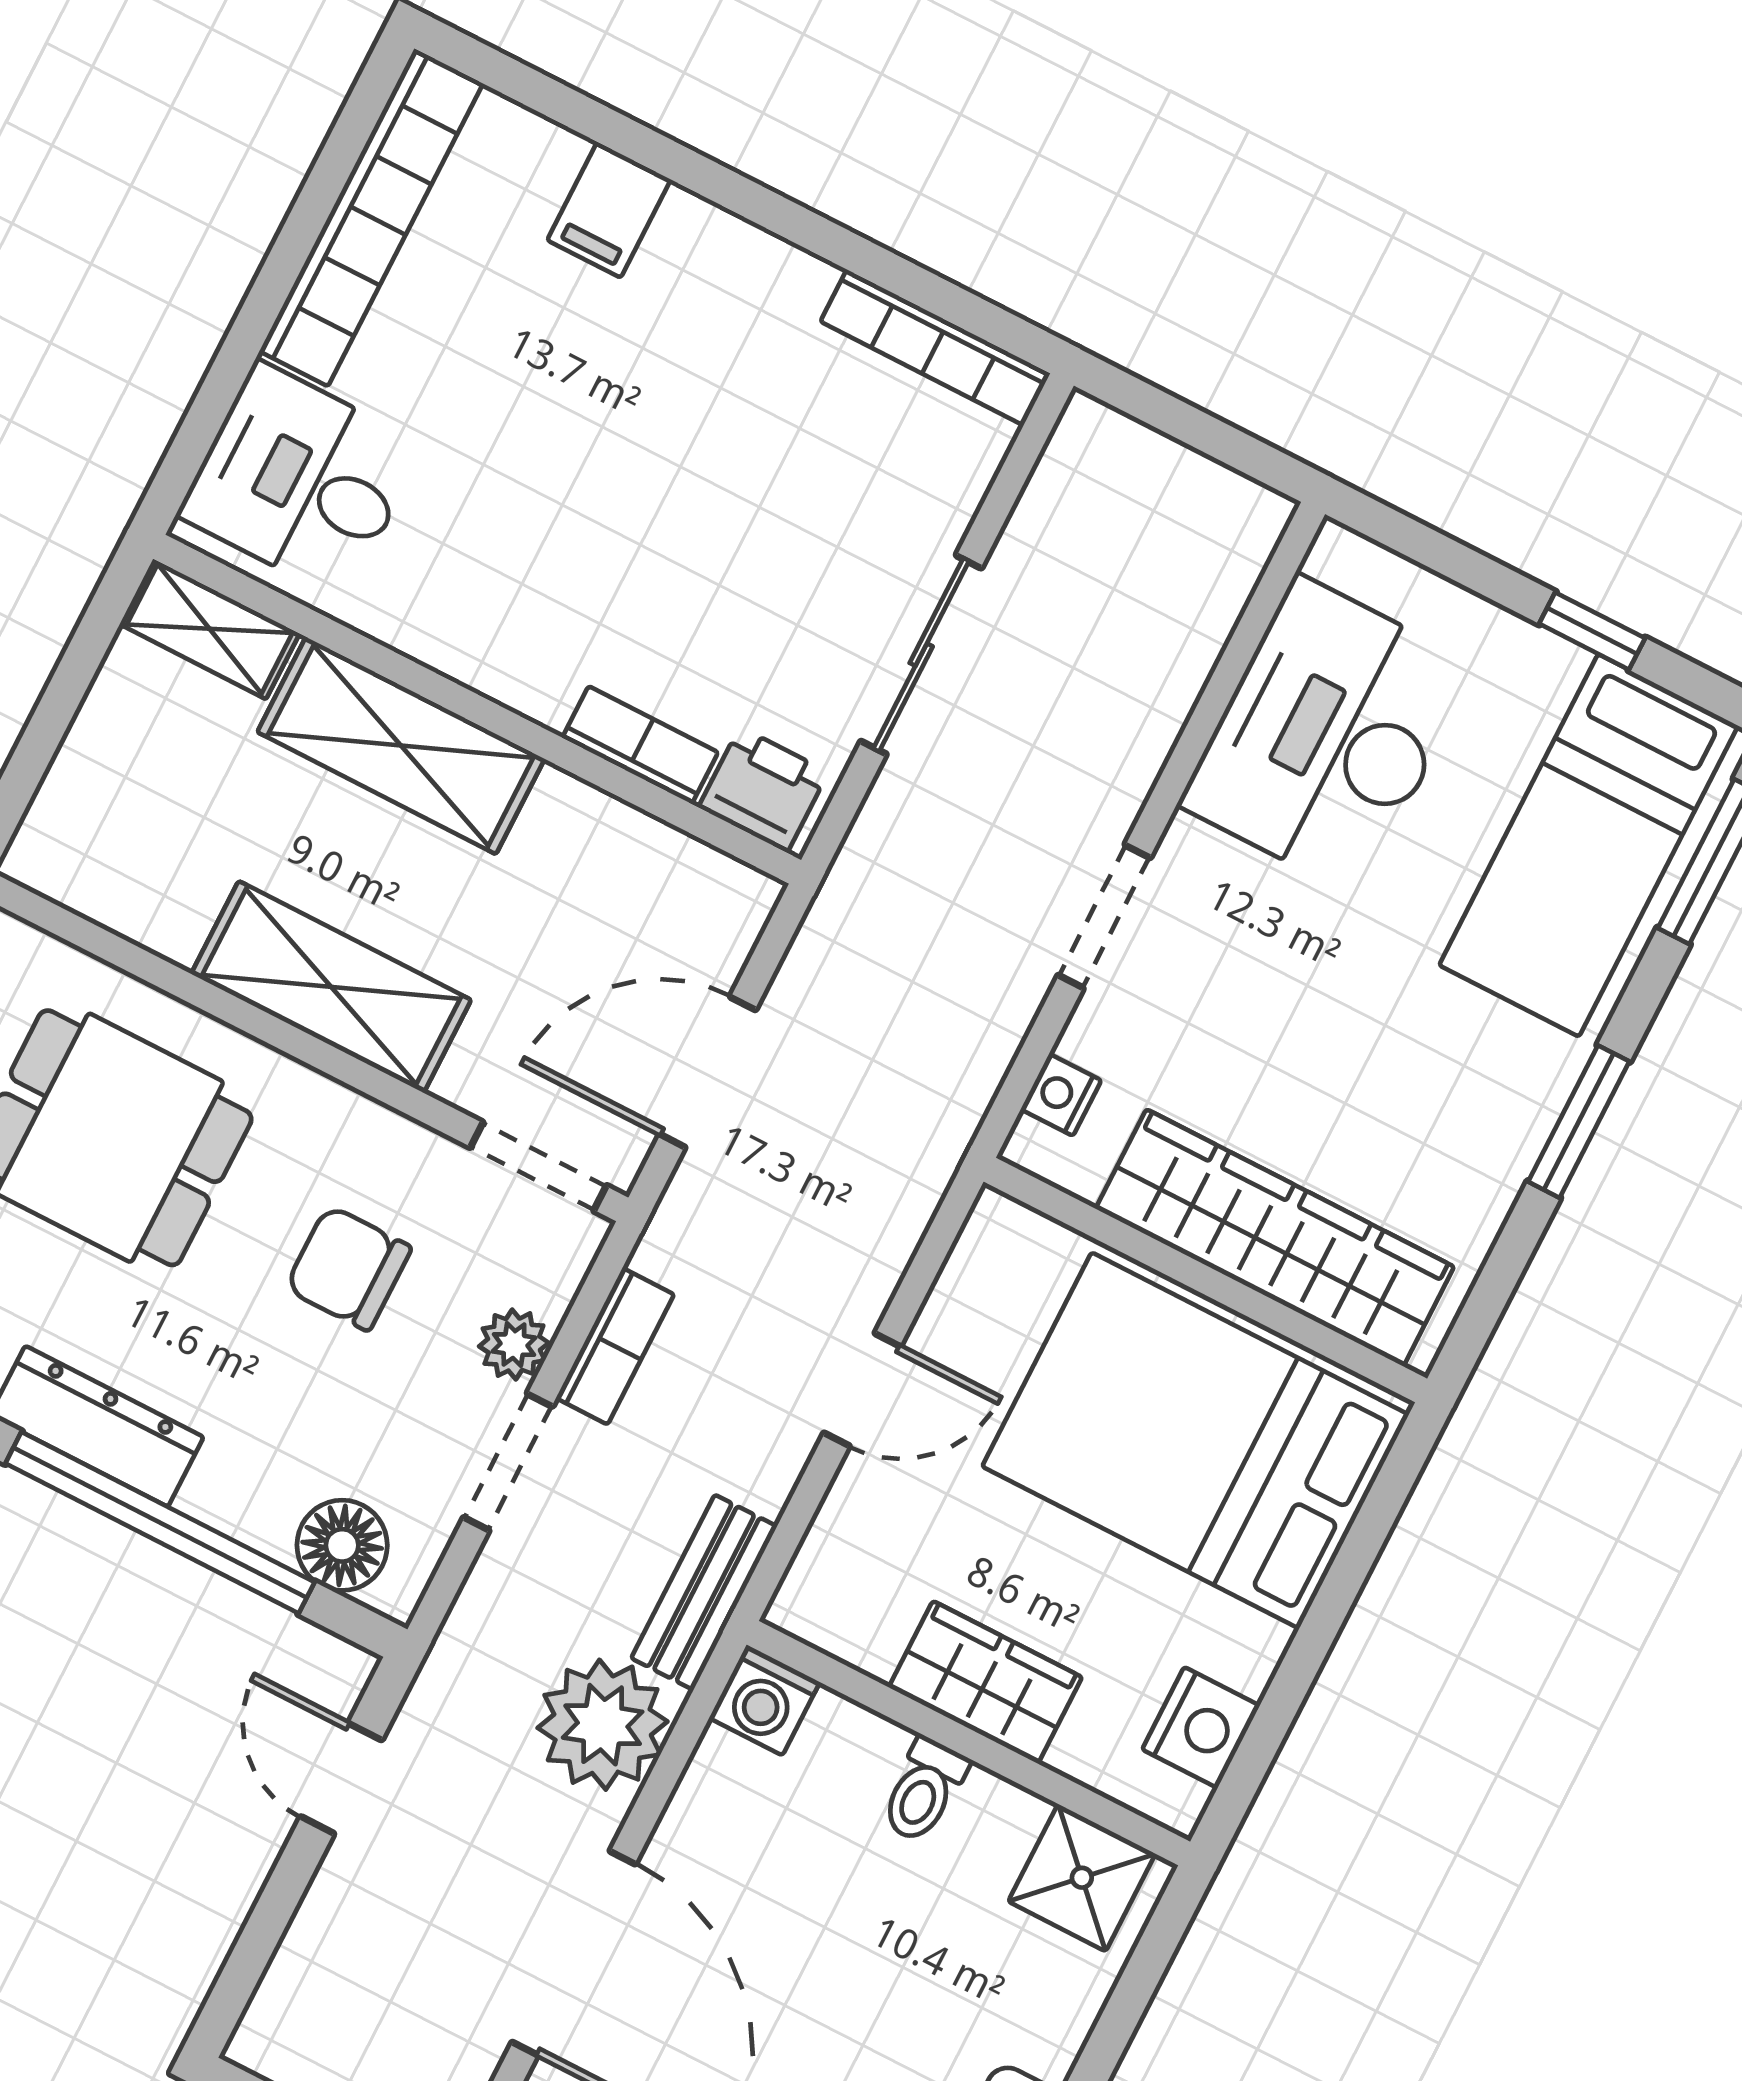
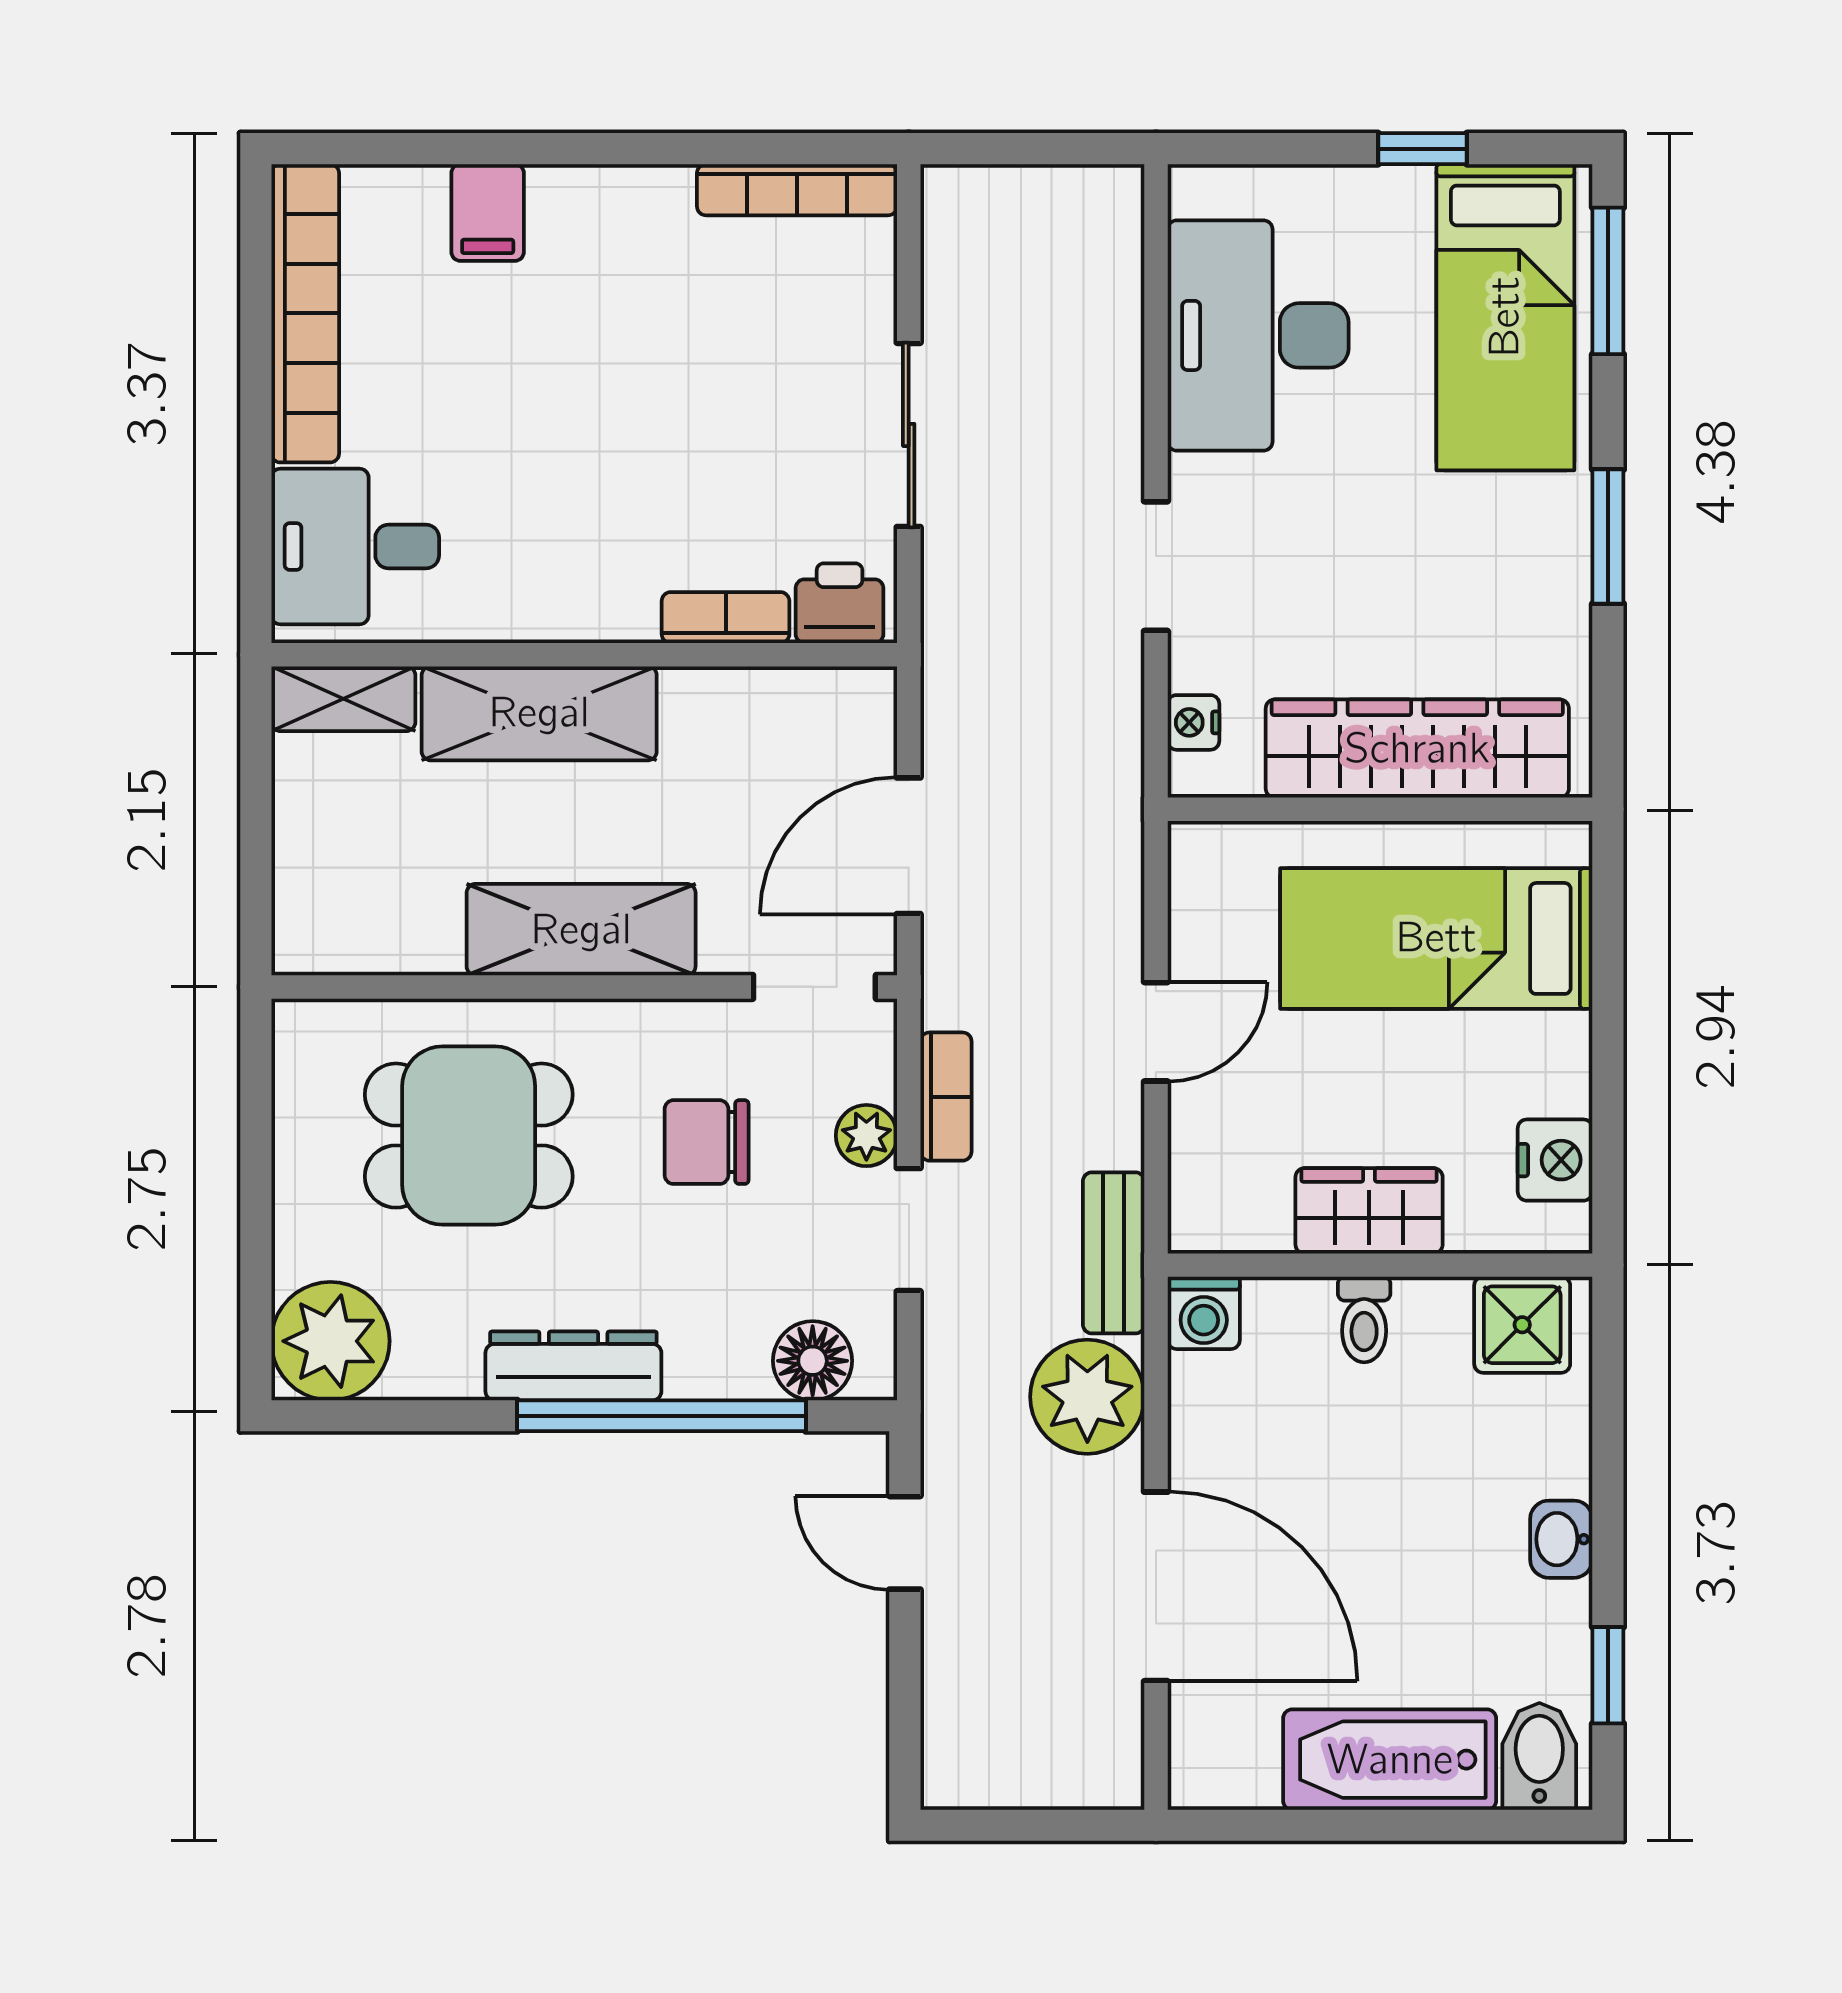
bed: (1195, 1441) -> (1436, 938), width x0.67

